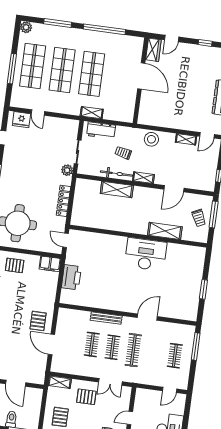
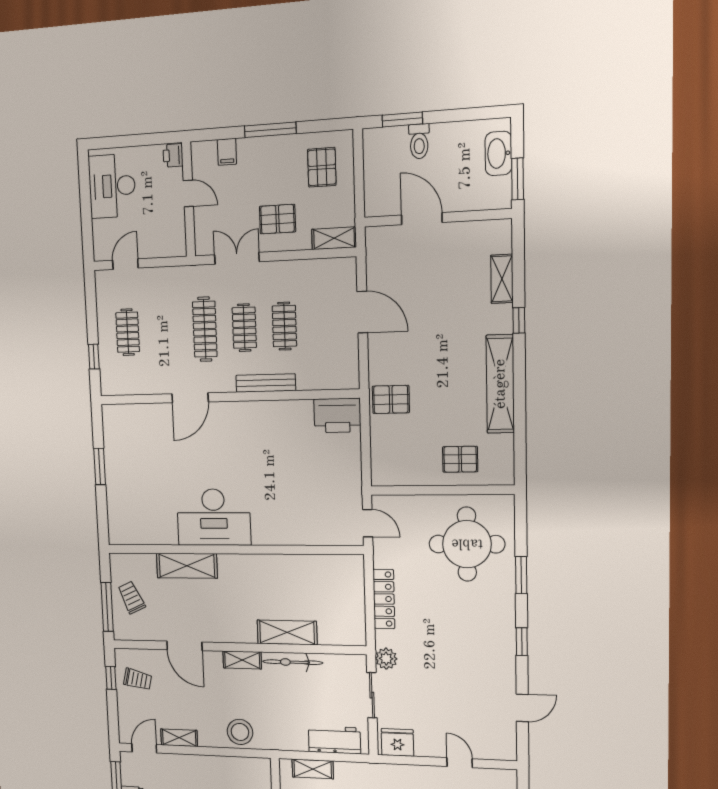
shelving: (92, 113) -> (313, 769), moved
fridge: (21, 120) -> (397, 742), moved
trolley: (123, 153) -> (138, 679), moved
door: (174, 189) -> (184, 646), swing flipped
filing cabinet: (50, 264) -> (391, 473), removed
printer: (71, 277) -> (337, 415), moved, turned -90
pallet: (38, 321) -> (391, 399), moved, turned 90
window: (196, 347) -> (94, 357), width x0.46
door: (130, 418) -> (188, 193), hinge flipped

